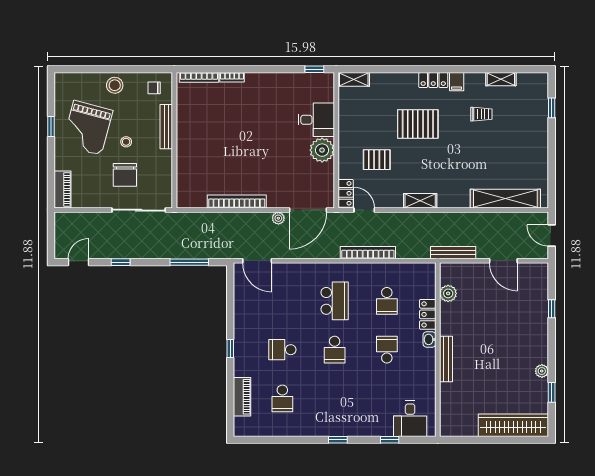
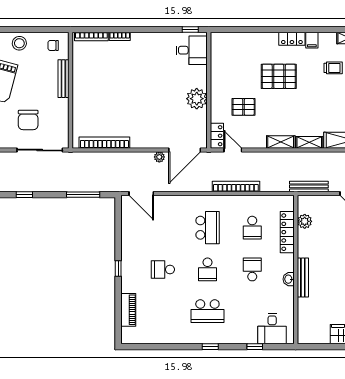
shelving: (354, 79) -> (309, 142), moved
desk: (316, 120) -> (192, 50), moved
stool: (126, 142) -> (29, 92), removed
bookcase: (237, 201) -> (104, 143), moved
locker: (428, 314) -> (287, 232), width x1.53
washbasin: (429, 339) -> (289, 279), moved
school desk: (282, 398) -> (207, 311), moved, width x1.85

